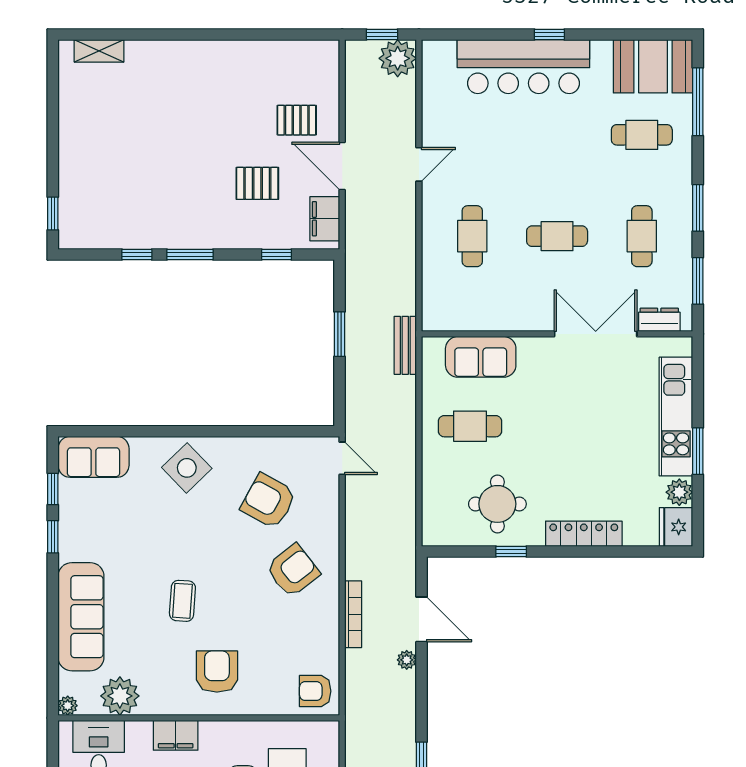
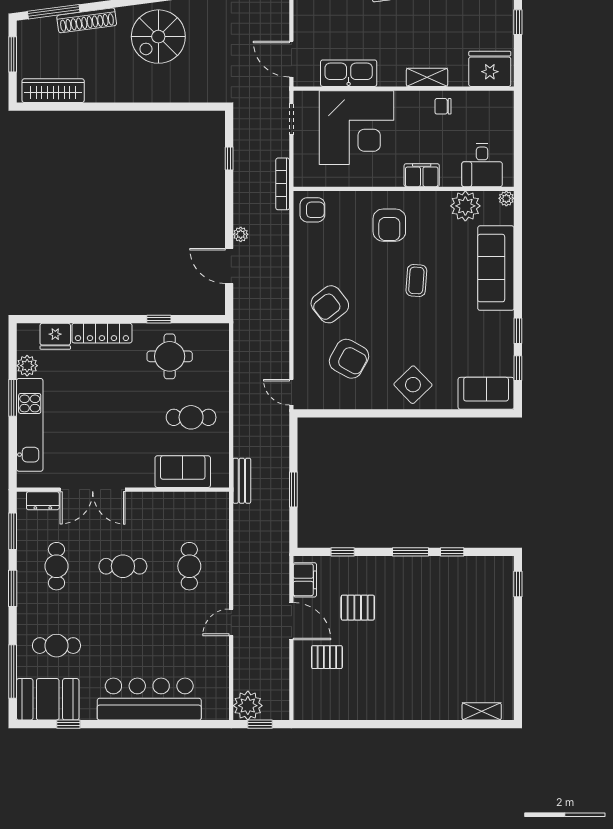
window: (549, 34) -> (68, 724), moved
fridge: (676, 527) -> (55, 336), moved, turned 90
bookcase: (353, 614) -> (283, 184), moved

